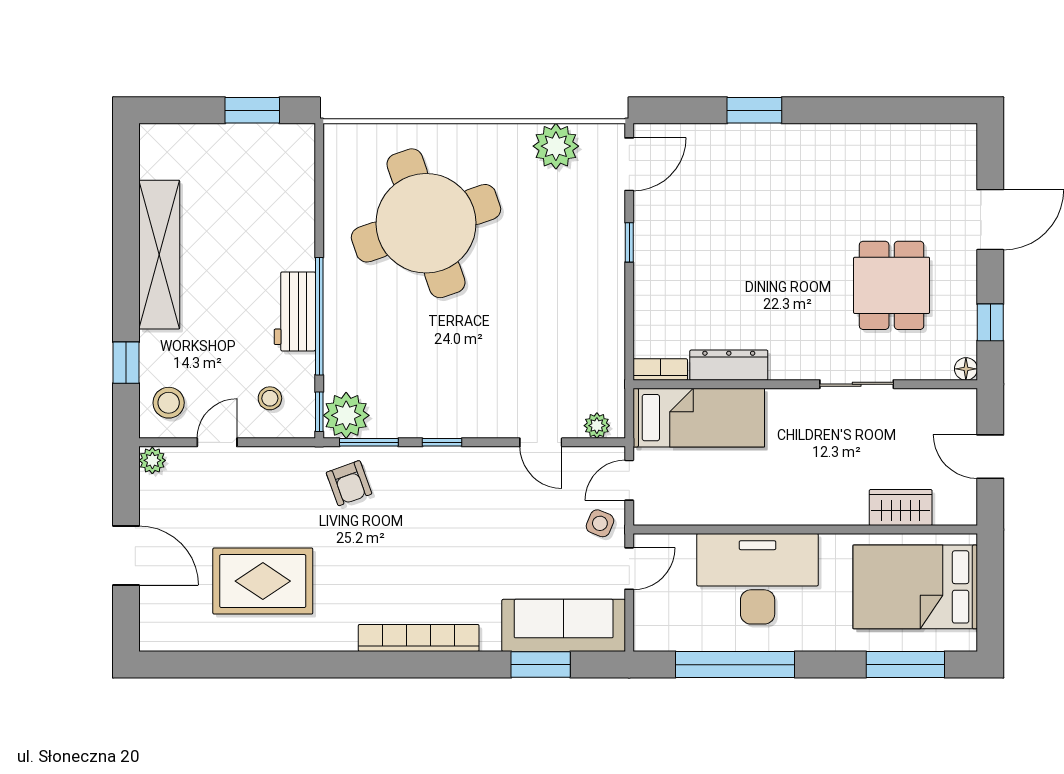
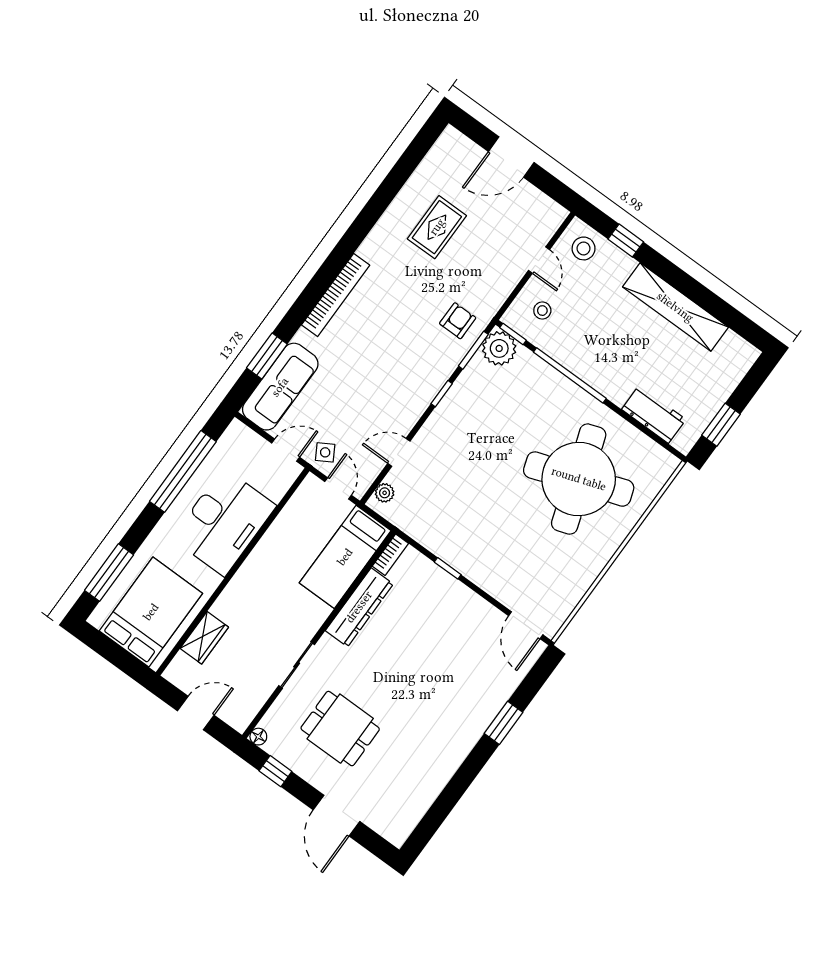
plant: (556, 146) -> (568, 589), removed
window: (629, 242) -> (448, 568), moved
workbench: (295, 311) -> (654, 414), moved
dresser: (729, 365) -> (359, 607), width x1.37, depth x1.24
plant: (152, 460) -> (556, 214), removed
armchair: (349, 483) -> (458, 321), turned 110
side table: (600, 523) -> (325, 452), turned 38
door: (629, 569) -> (286, 450), swing flipped
rug: (263, 581) -> (437, 227), width x0.73, depth x0.70

